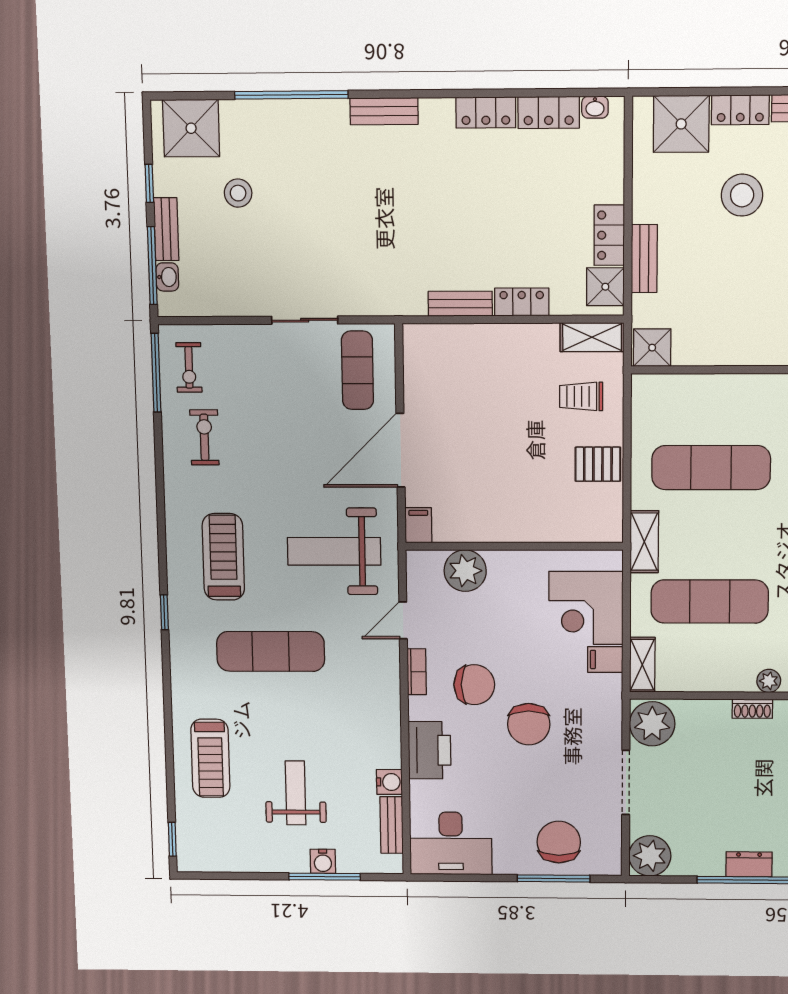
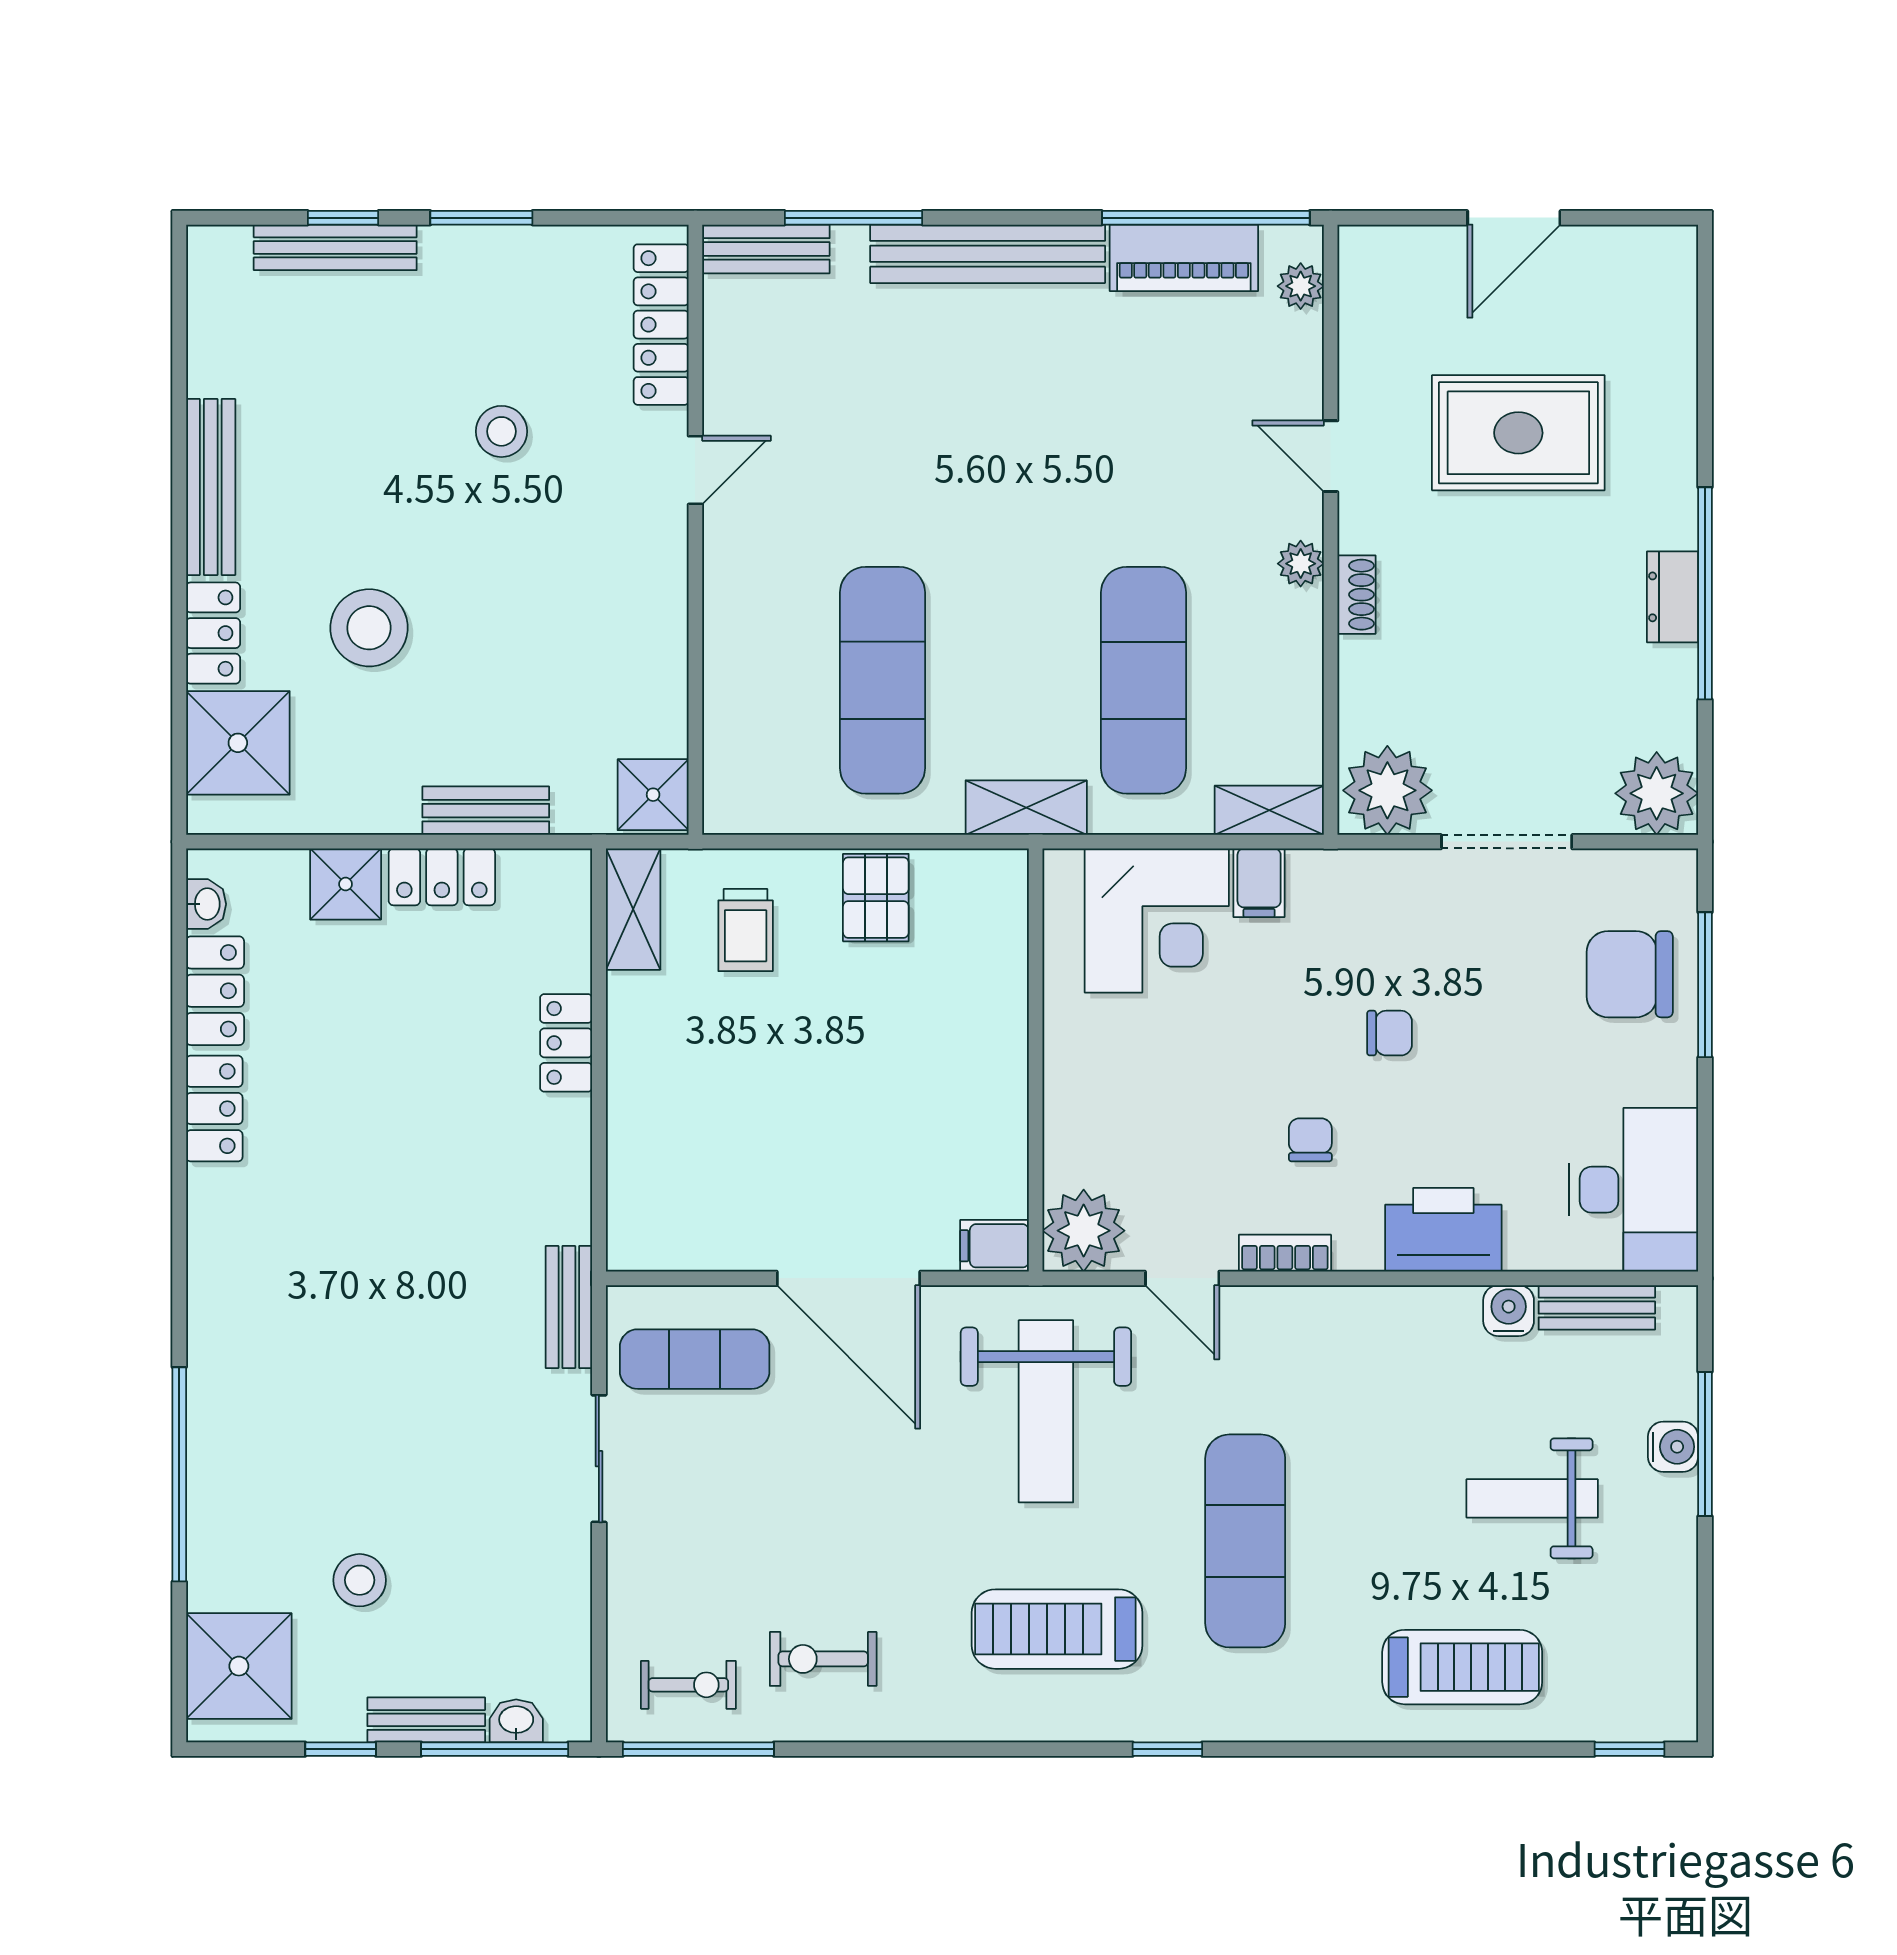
bench: (384, 111) -> (210, 1300), removed
shower: (605, 287) -> (346, 884), moved
bench: (460, 304) -> (569, 1307), moved
plant: (465, 571) -> (1084, 1231), moved
chair: (474, 685) -> (1310, 1140), width x0.54, depth x0.54
chair: (529, 724) -> (1390, 1033), width x0.54, depth x0.54

